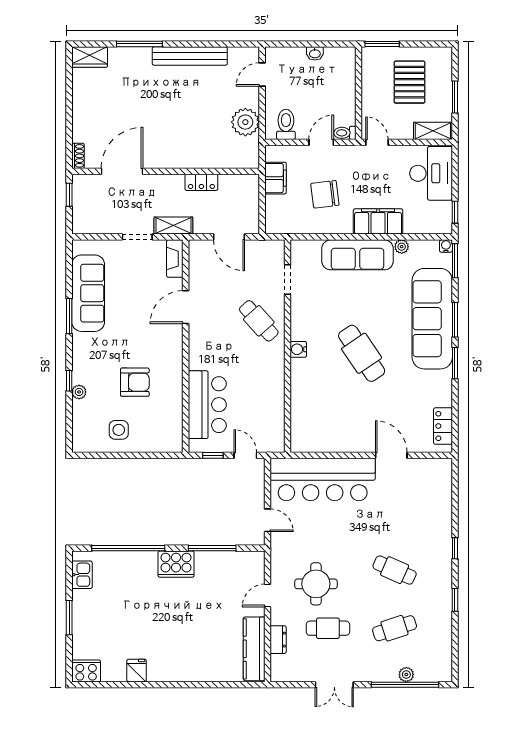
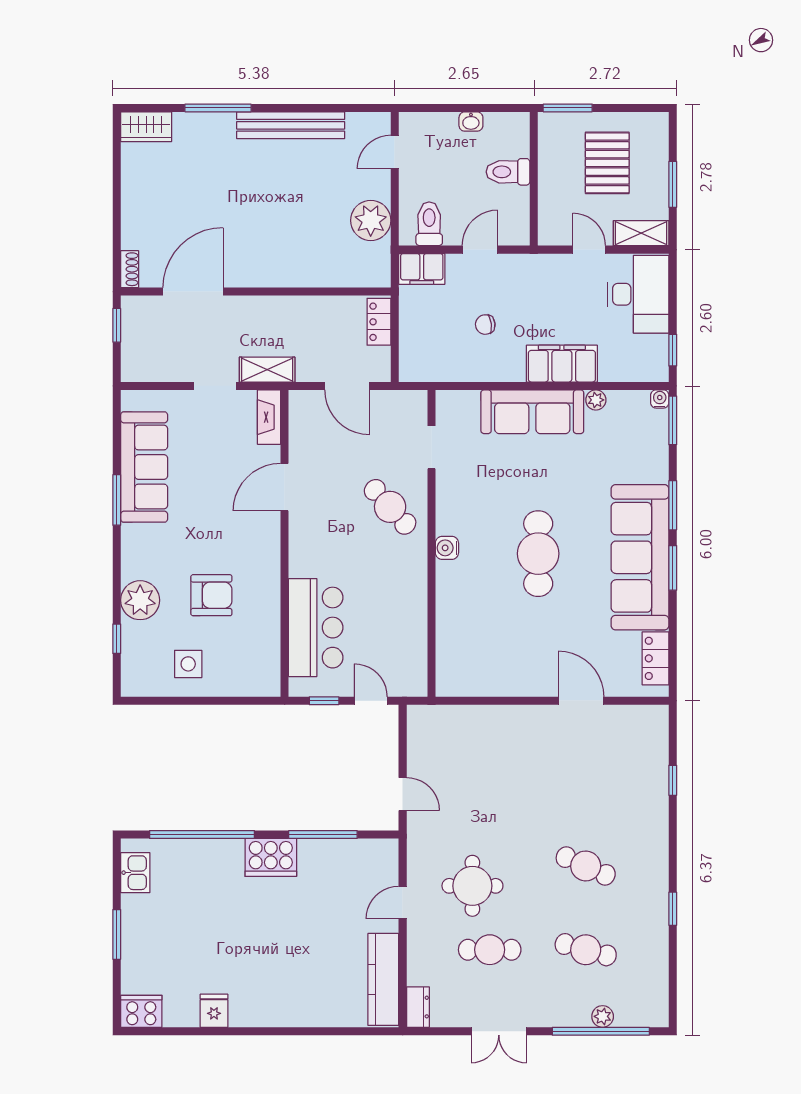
toilet: (345, 133) -> (508, 172), moved, width x1.37, depth x1.39
door: (377, 142) -> (589, 250), moved
filing cabinet: (275, 178) -> (422, 269), moved, turned 90
locker: (201, 182) -> (379, 322), moved, turned 90
chair: (325, 194) -> (485, 325), width x0.54, depth x0.54
sofa: (432, 319) -> (640, 557), moved
cafe table: (362, 353) -> (538, 554), turned 34
window: (69, 381) -> (117, 639), moved
plant: (79, 392) -> (140, 600), width x1.88, depth x1.88
bar counter: (323, 479) -> (482, 735), removed
window: (455, 548) -> (673, 780), moved
cafe table: (395, 628) -> (586, 950), turned 33
dresser: (278, 640) -> (418, 1007), moved

